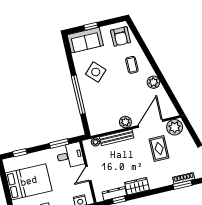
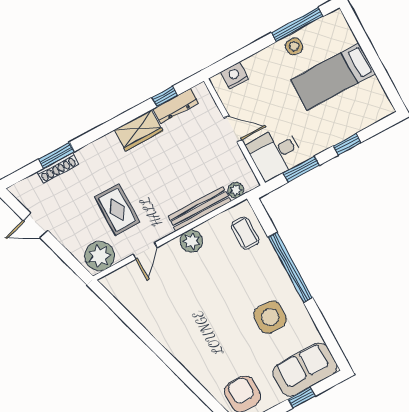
coffee table: (132, 65) -> (245, 233), moved
side table: (96, 72) -> (270, 317), turned 45
plant: (153, 82) -> (160, 327), removed
door: (150, 123) -> (145, 251), width x0.53
window: (20, 153) -> (347, 144), moved
door: (88, 174) -> (233, 129), hinge flipped
bed: (29, 182) -> (333, 77), width x0.67

